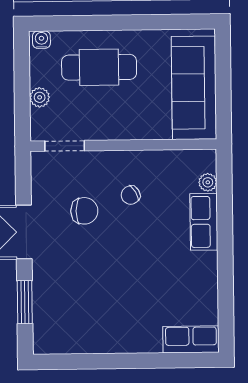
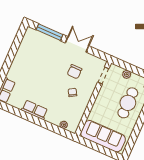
row of seats: (204, 222) -> (35, 110), moved
window: (25, 302) -> (50, 32), width x1.44

